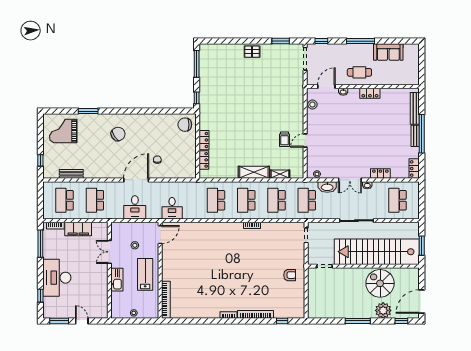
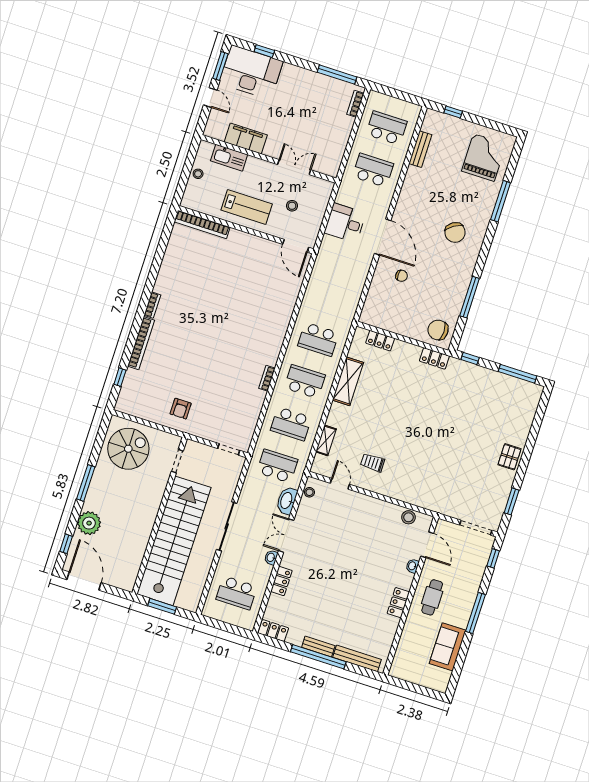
window: (88, 111) -> (501, 201), width x1.44
window: (157, 111) -> (470, 297), added
chair: (185, 125) -> (438, 330), turned -90
locker: (204, 140) -> (434, 358), moved
door: (305, 140) -> (340, 484), moved
shelving: (254, 172) -> (348, 381), moved
school desk: (216, 200) -> (318, 339), turned 180
school desk: (276, 200) -> (291, 424), turned 180
school desk: (397, 200) -> (236, 593), turned 180
desk: (172, 208) -> (327, 274), removed
filing cabinet: (78, 229) -> (246, 138), moved, turned 90
desk: (57, 278) -> (251, 72), moved
kitchen sink: (117, 280) -> (229, 158), moved
spiral stairs: (380, 283) -> (128, 449), moved
door: (82, 321) -> (210, 98), hinge flipped

